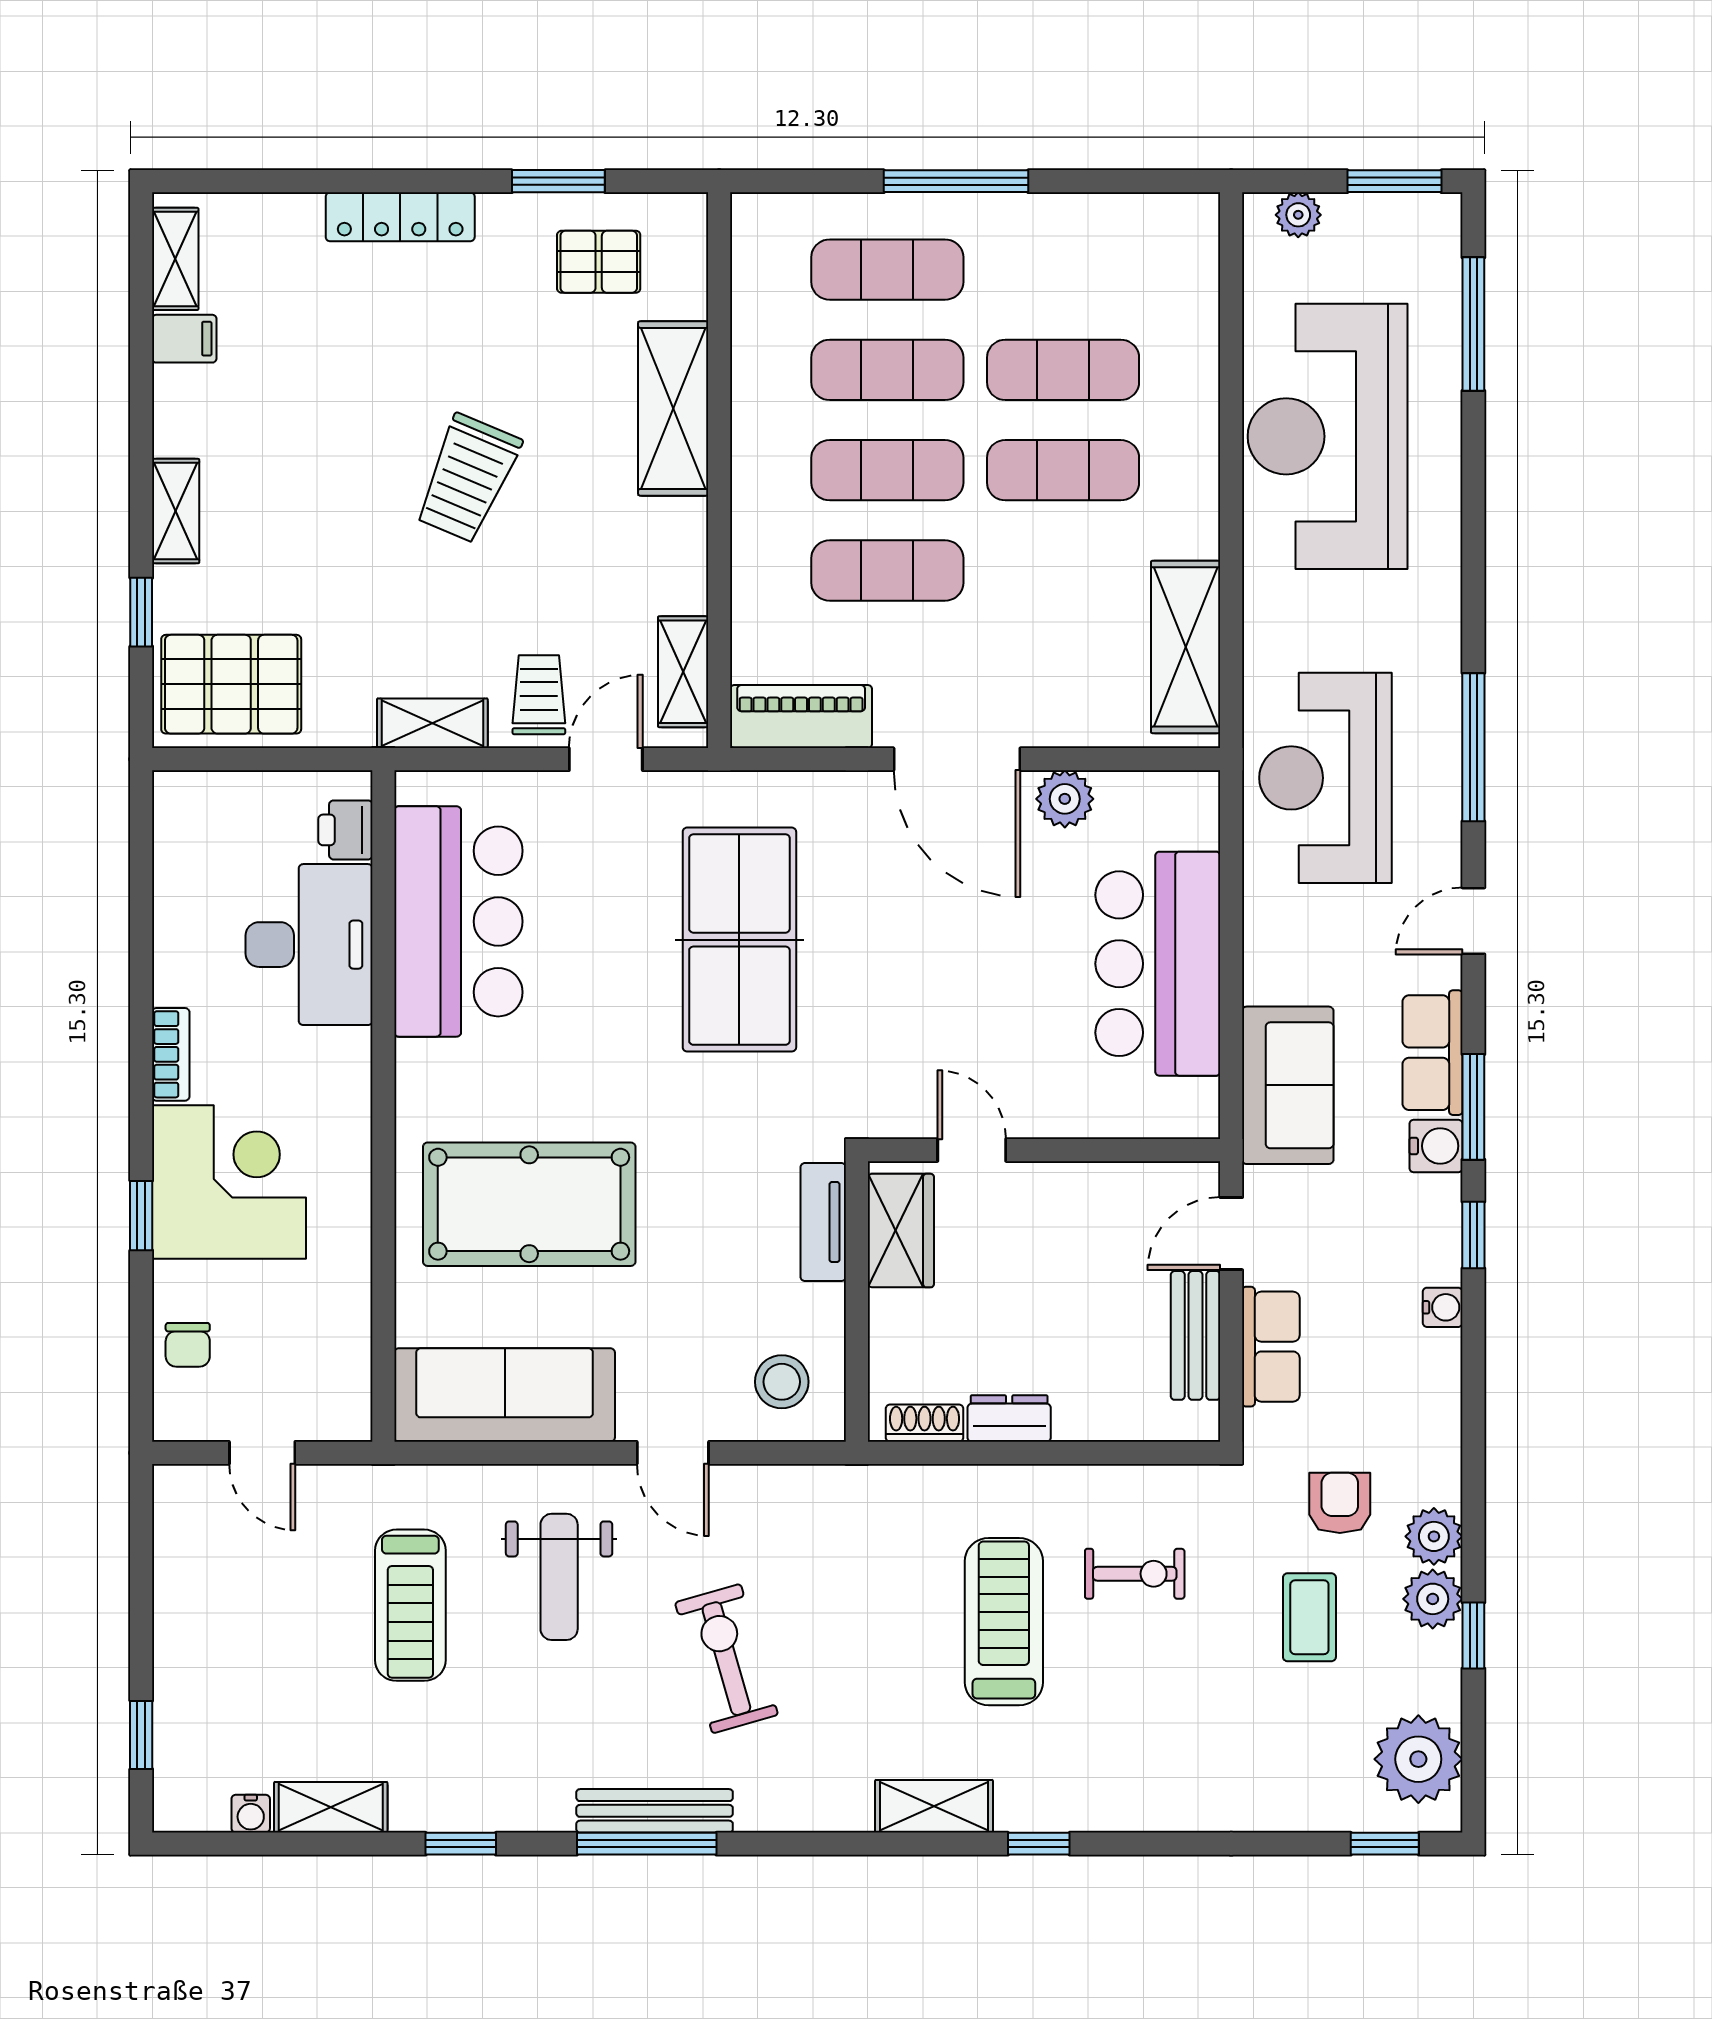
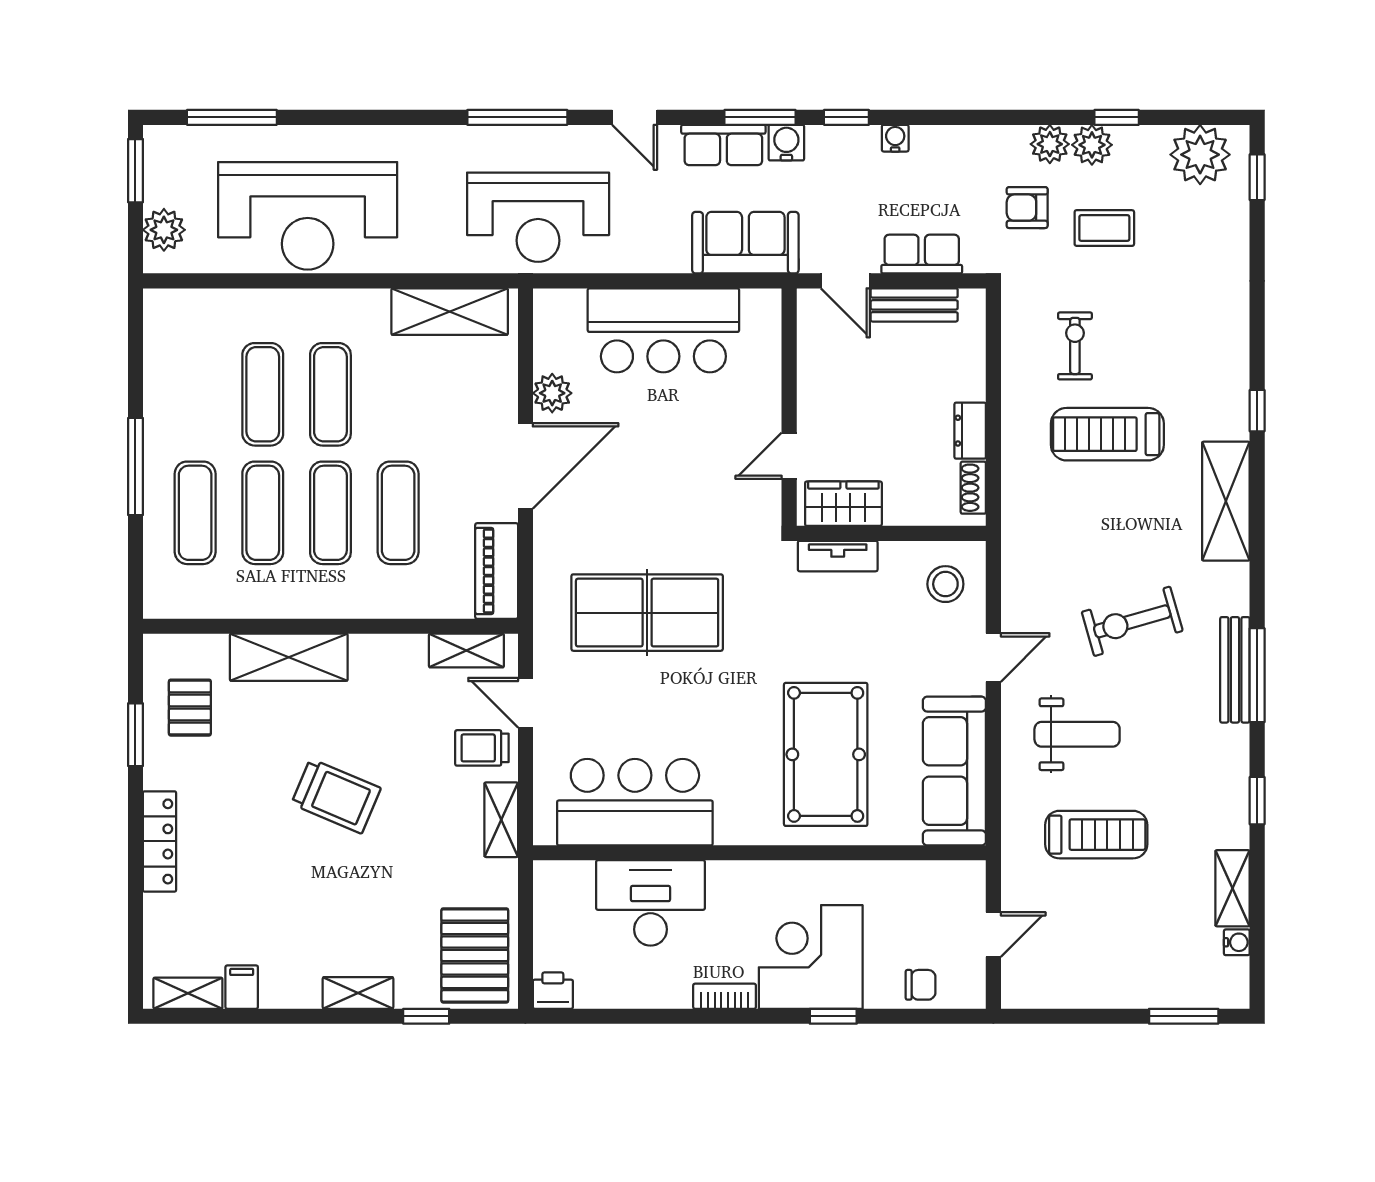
plant: (1298, 215) -> (164, 230), width x1.38, depth x1.38
printer: (345, 830) -> (553, 991), moved, turned 180
window: (141, 1735) -> (1184, 1016), width x1.50
shelving: (934, 1806) -> (1226, 501), width x1.50, depth x1.33

